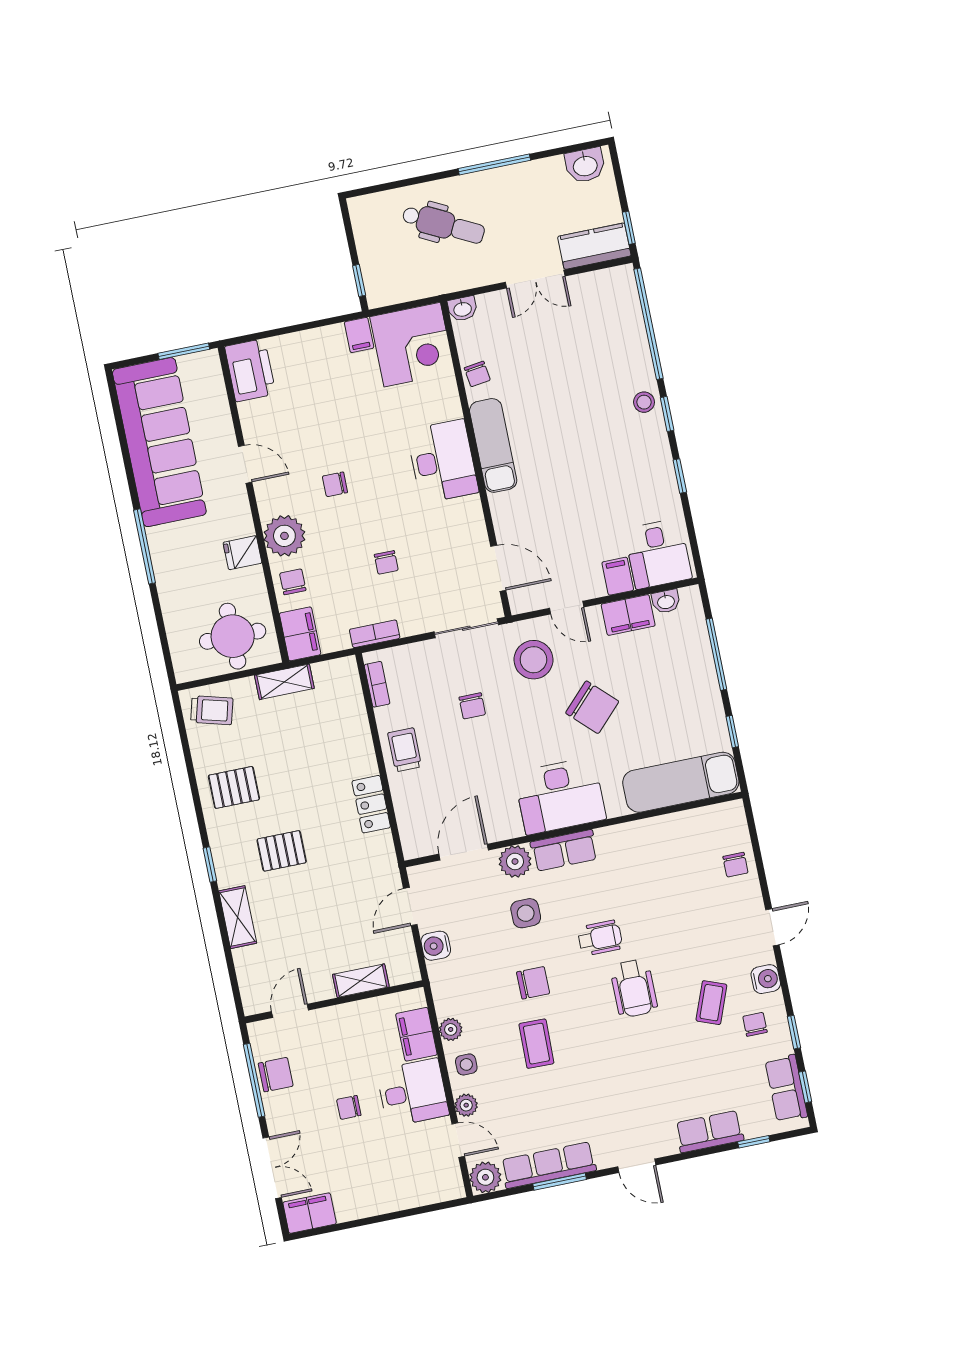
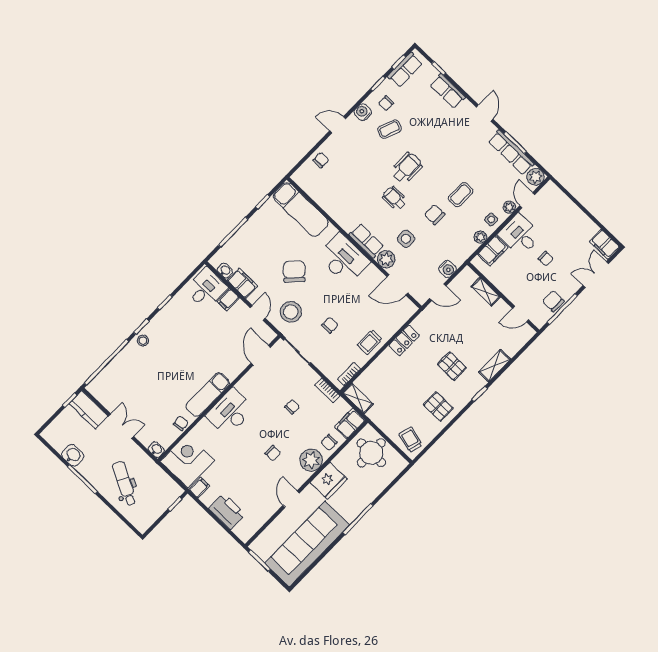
washbasin: (585, 165) -> (73, 455), moved
printer: (250, 370) -> (227, 511), moved, turned 90
fridge: (242, 553) -> (329, 481), width x1.88, depth x1.34
shelving: (284, 682) -> (358, 398), moved

